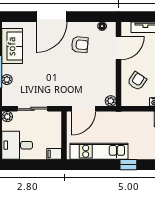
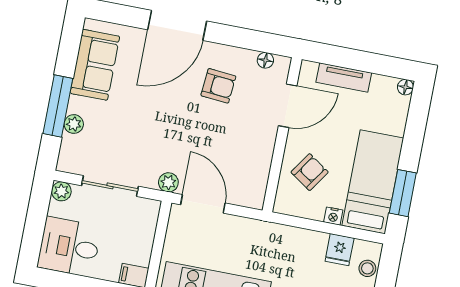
plant: (111, 101) -> (168, 182), moved
door: (84, 109) -> (203, 204), swing flipped

